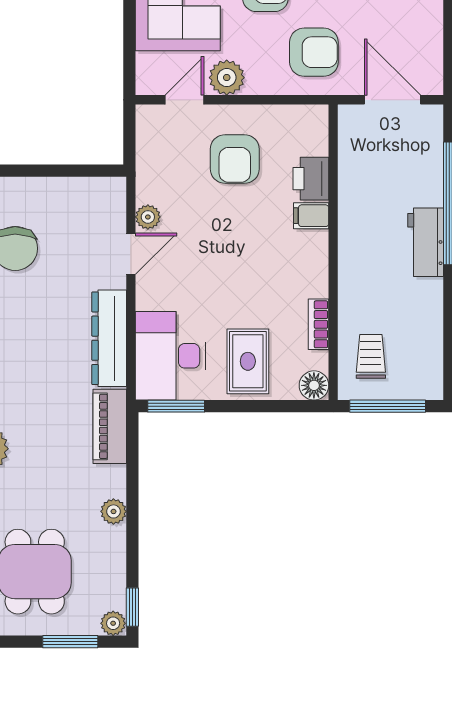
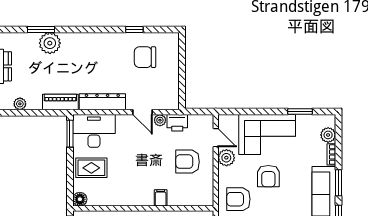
armchair: (314, 52) -> (238, 199), turned 90
printer: (311, 179) -> (177, 123), moved, turned 180
bookcase: (319, 324) -> (109, 201), removed

